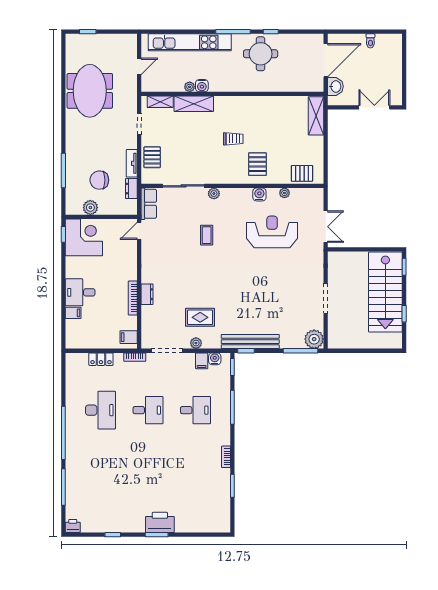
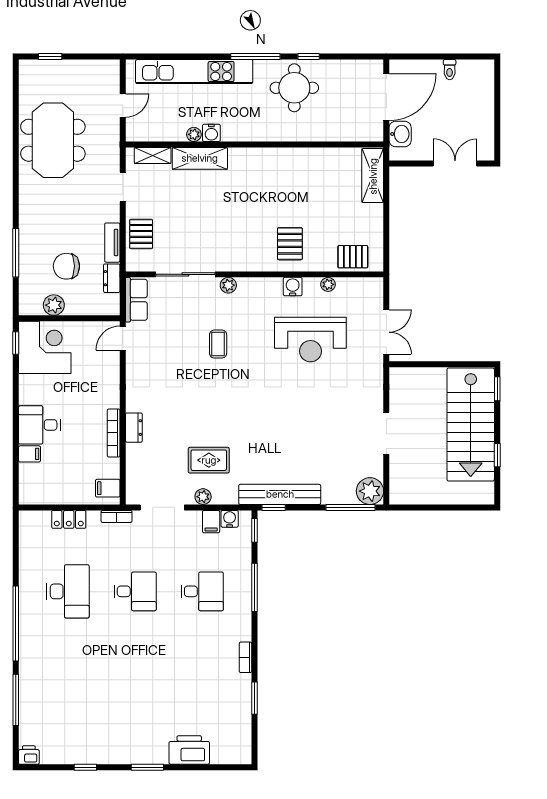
trolley: (233, 139) -> (256, 208), removed
reception desk: (272, 232) -> (310, 339), turned 180
printer: (160, 522) -> (189, 750), moved

